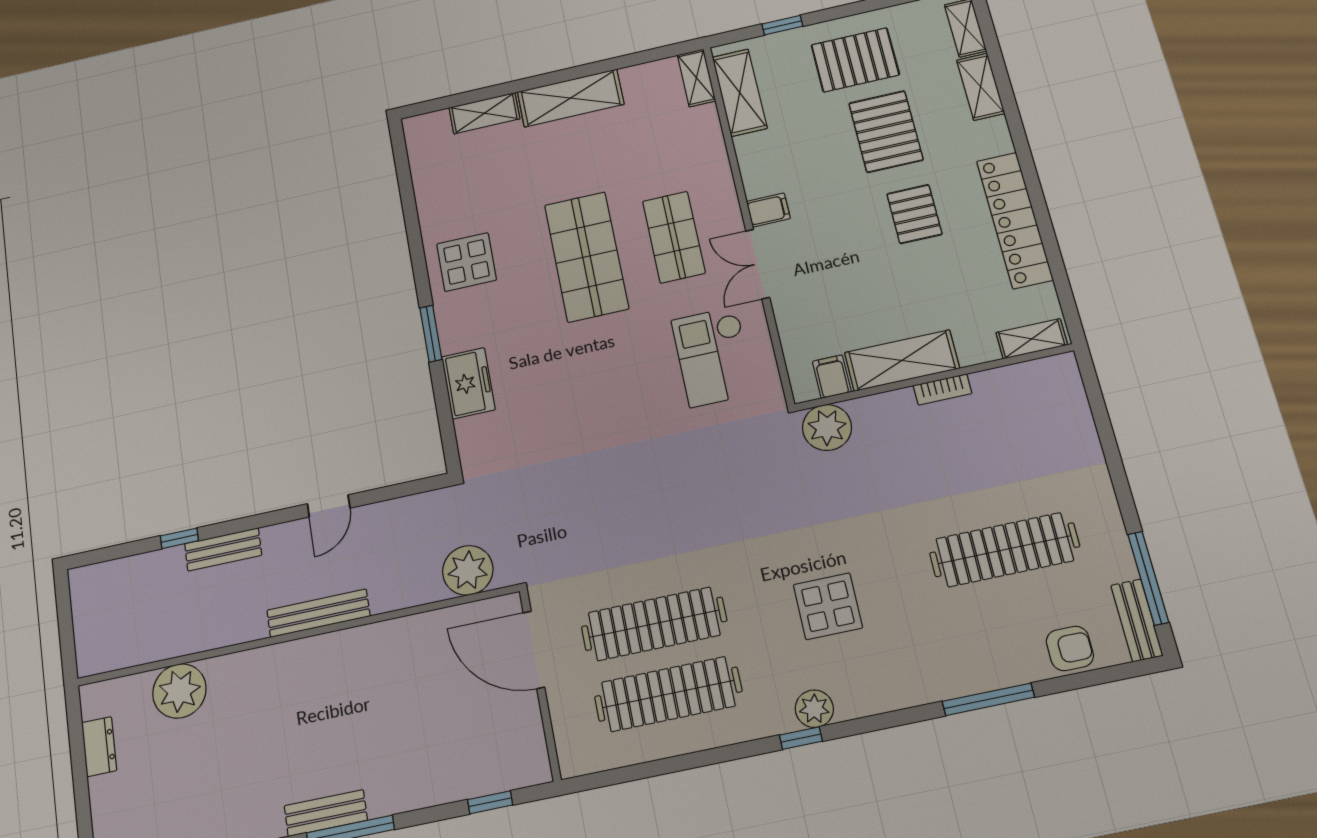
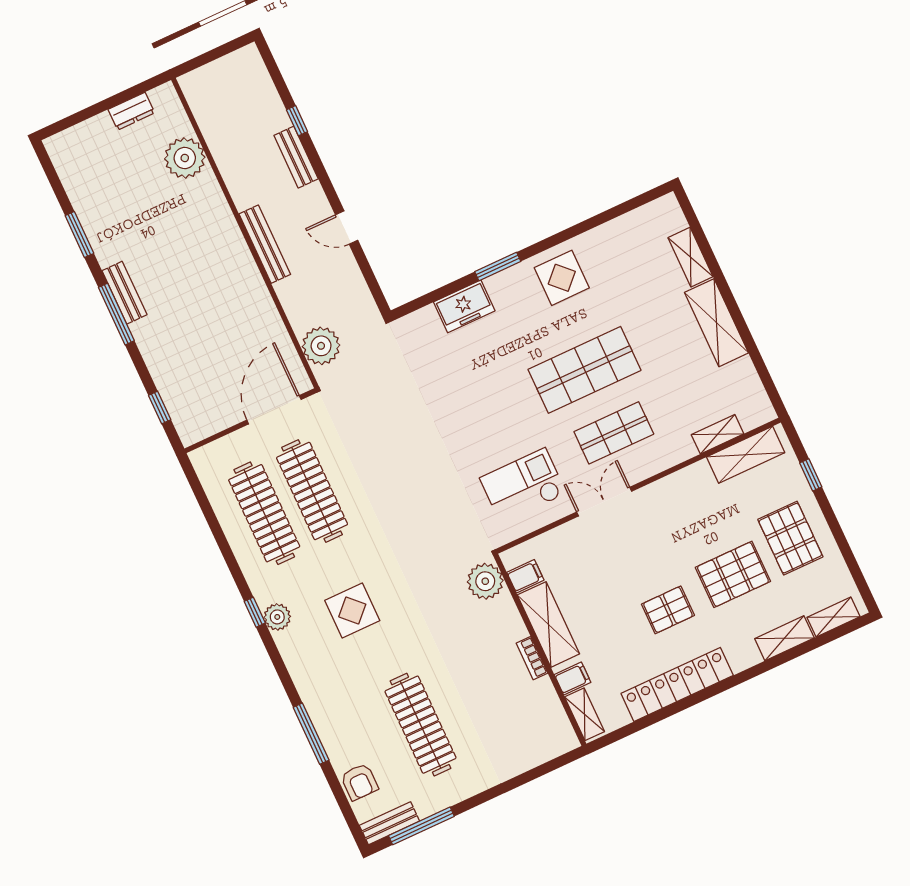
shelving: (697, 78) -> (718, 434), moved
filing cabinet: (768, 210) -> (573, 679), moved, turned -90

